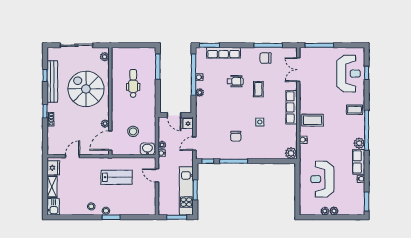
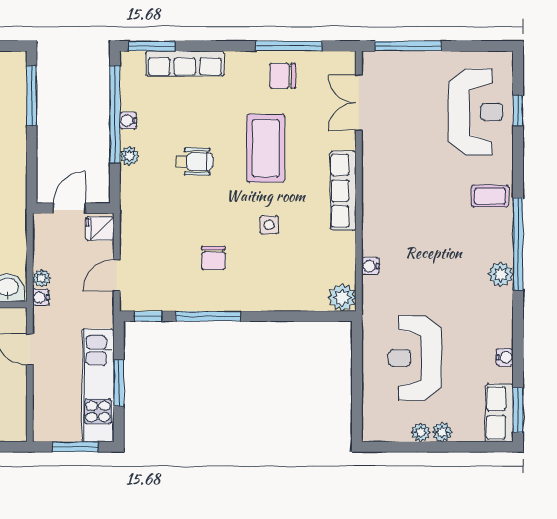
wheelchair: (235, 81) -> (194, 162), moved
coffee table: (258, 89) -> (266, 148), width x1.86, depth x1.72
door: (174, 115) -> (69, 208), swing flipped
coffee table: (313, 120) -> (392, 221), removed
row of seats: (359, 162) -> (499, 413), moved

